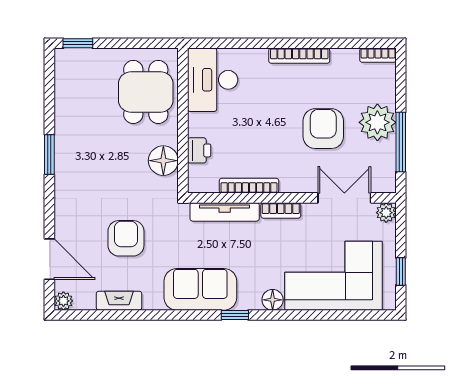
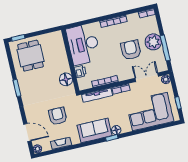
desk: (213, 80) -> (83, 44), width x1.36, depth x1.30
dining table: (146, 92) -> (31, 56), moved
floor lamp: (273, 300) -> (116, 130), moved

